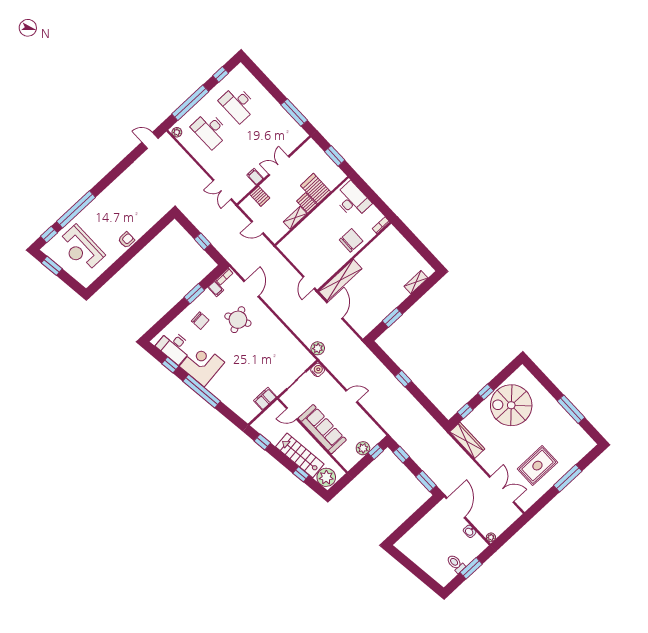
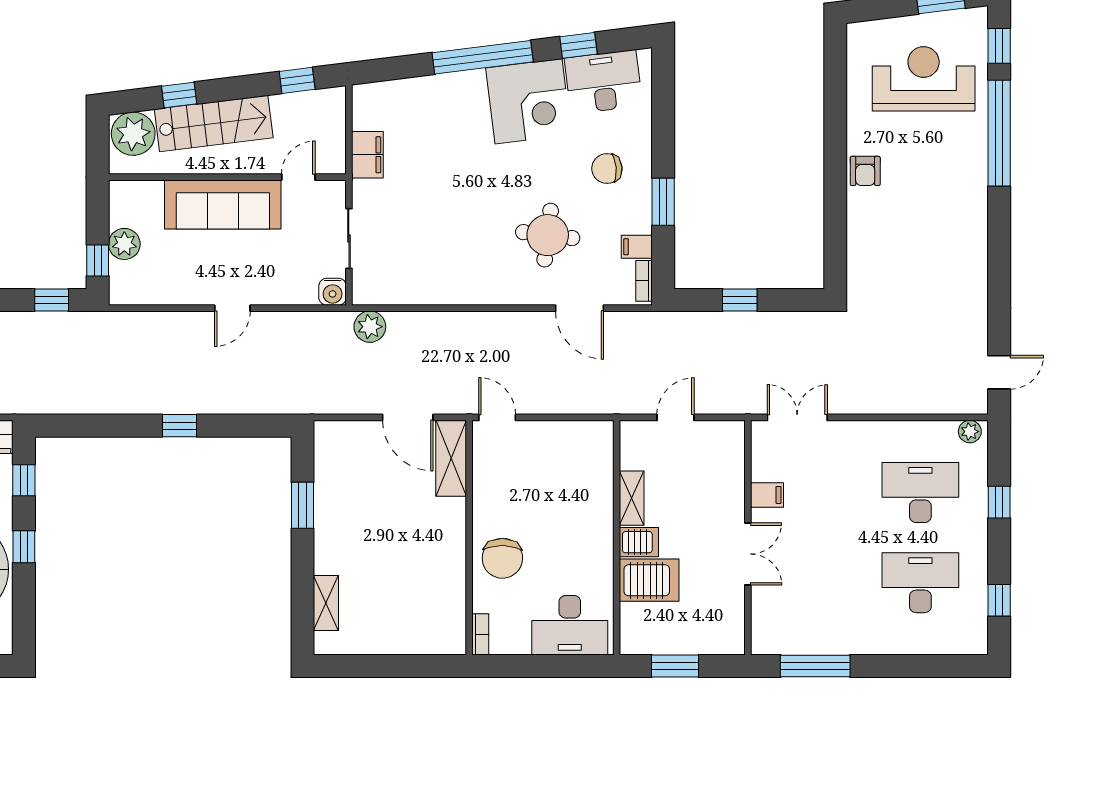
window: (190, 103) -> (999, 502), width x0.32
server rack: (260, 196) -> (726, 472), removed
shelving: (340, 280) -> (451, 458), width x0.68
round table: (238, 320) -> (548, 235), turned 34

